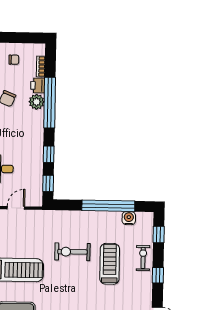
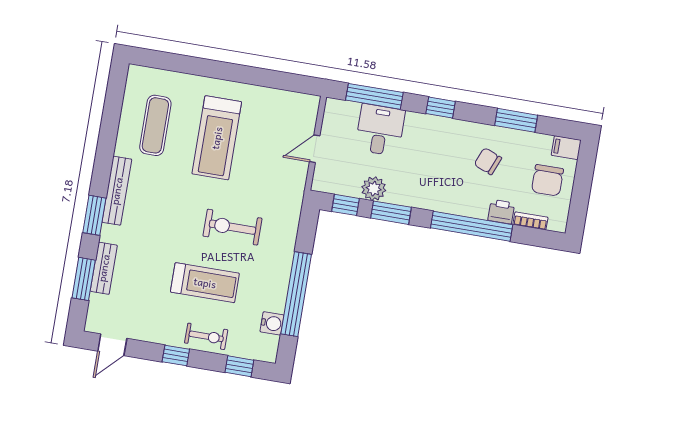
chair: (14, 60) -> (547, 180), width x1.87, depth x1.87
plant: (37, 102) -> (374, 189), moved
window: (49, 154) -> (391, 213), width x1.50
door: (16, 208) -> (315, 149), swing flipped
exercise bike: (72, 252) -> (232, 227), turned -90

